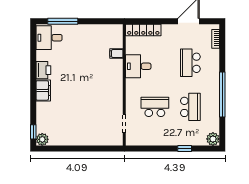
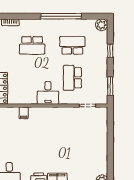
desk: (138, 66) -> (48, 93), moved
window: (146, 148) -> (110, 86), added

